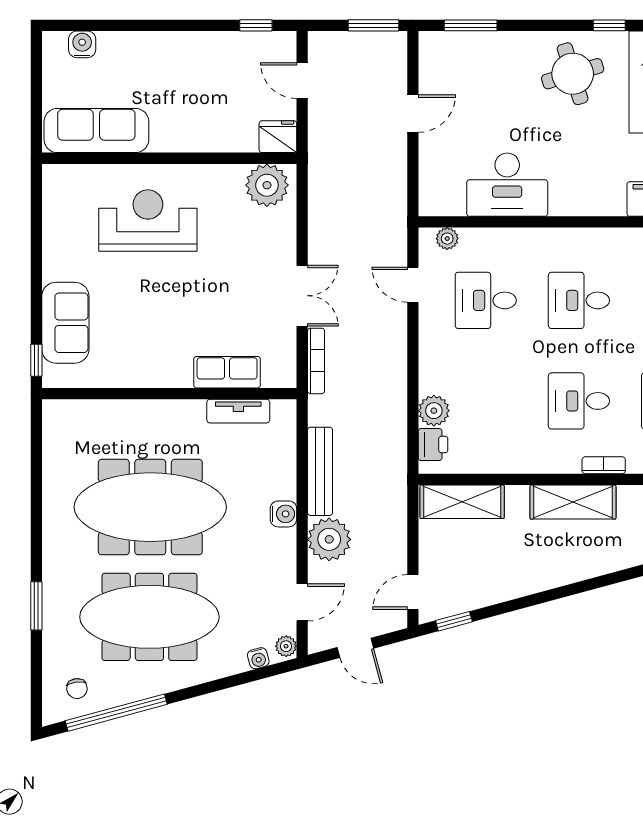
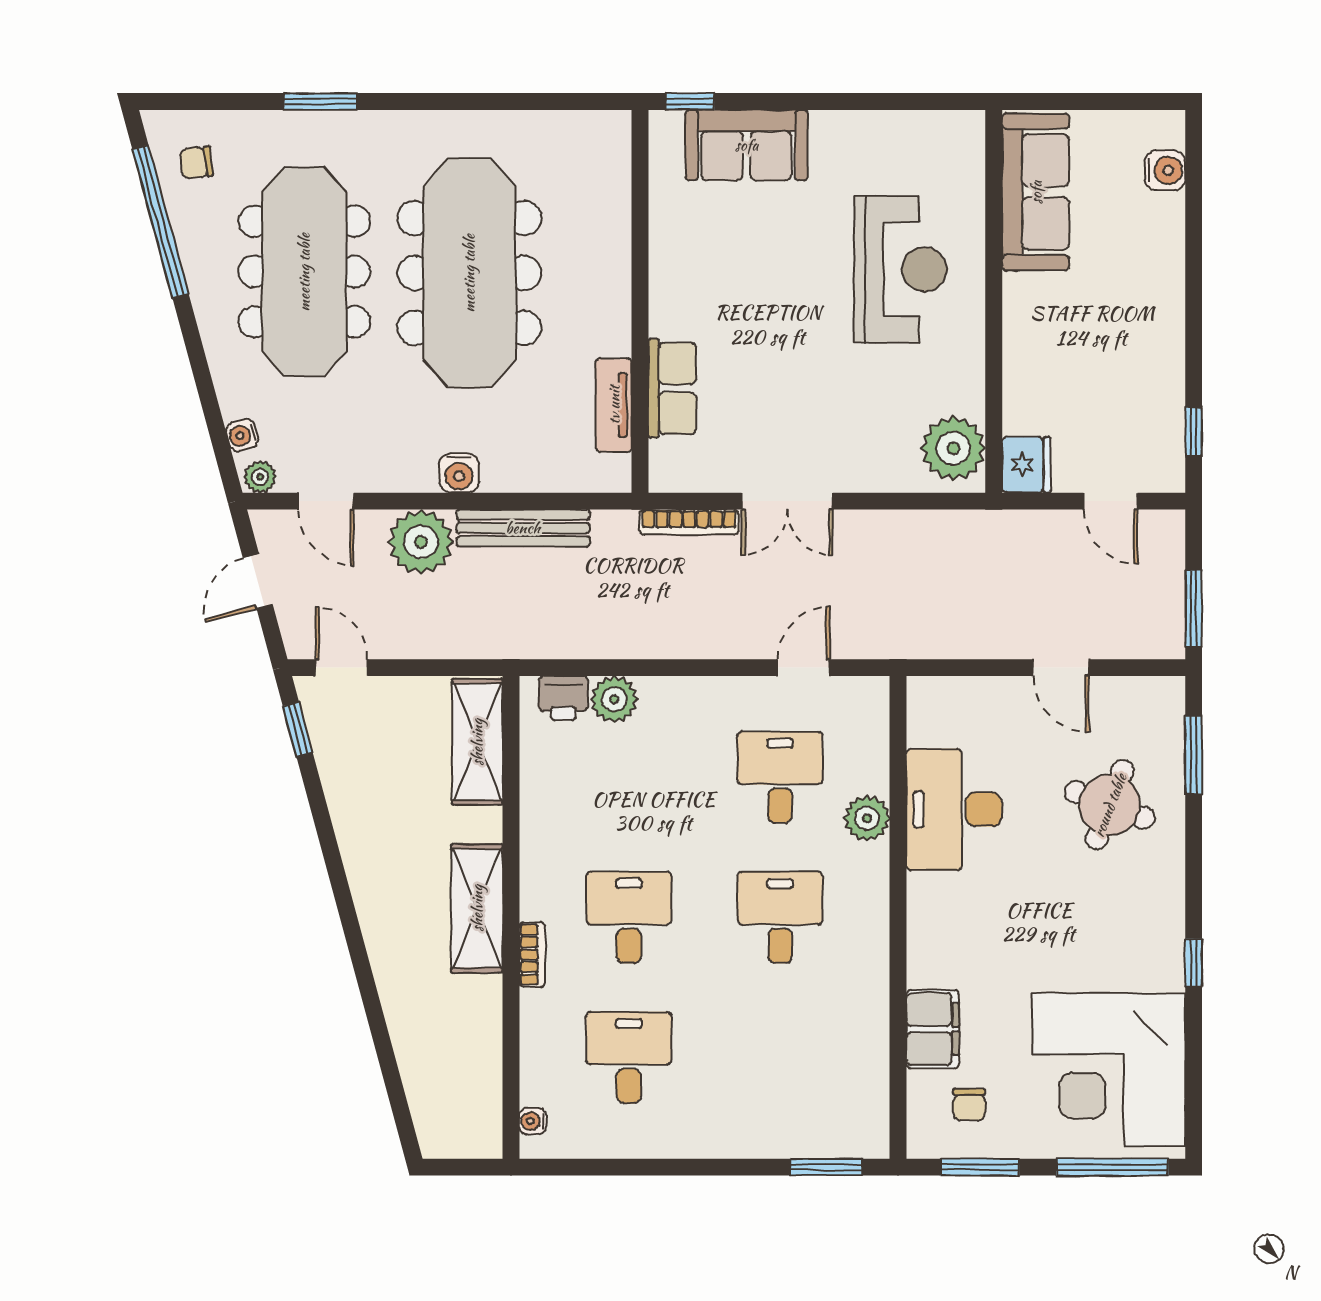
round table: (573, 74) -> (1110, 805), moved, turned 38
door: (302, 81) -> (1111, 501), swing flipped
plant: (447, 239) -> (867, 818), moved, width x1.38, depth x1.38

